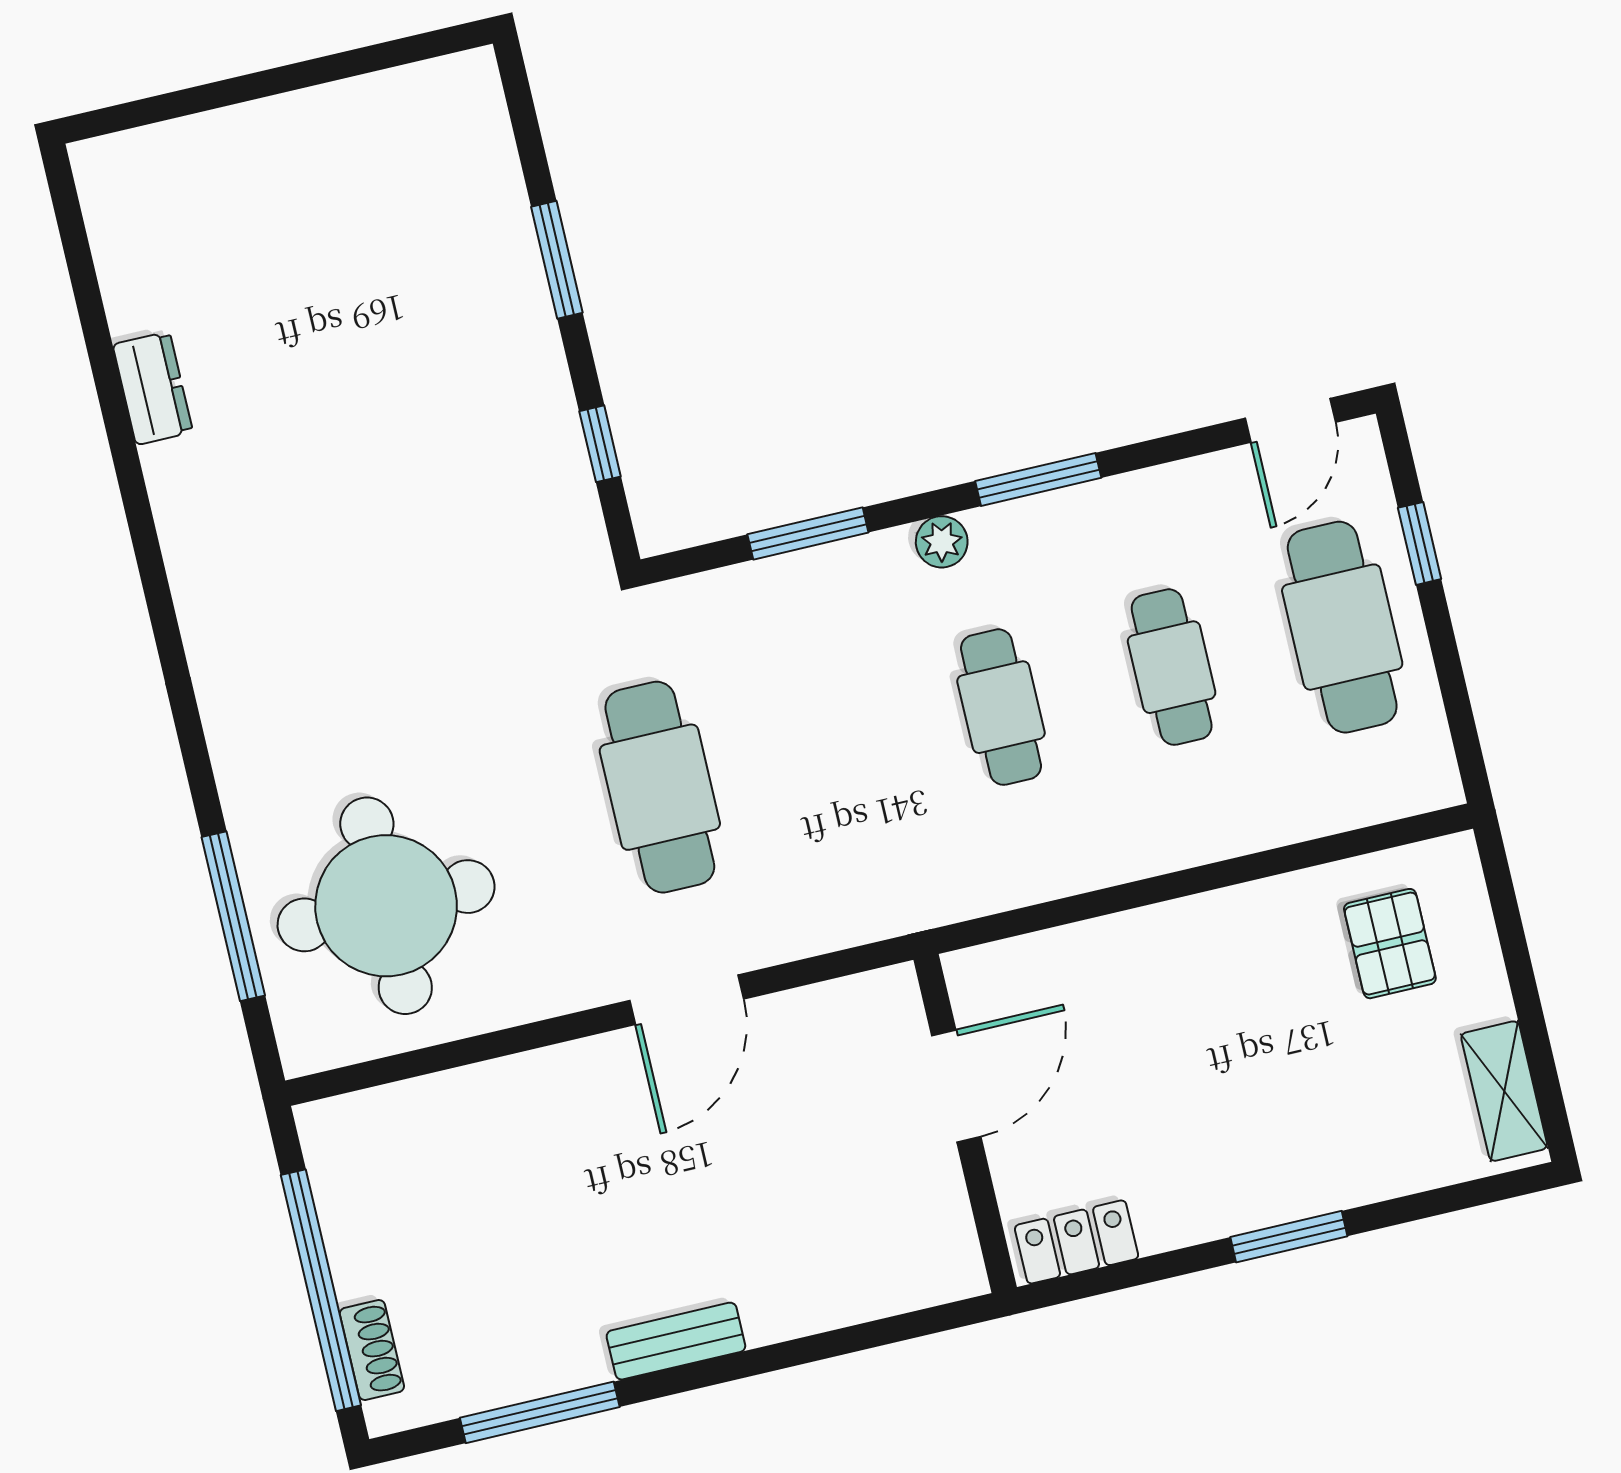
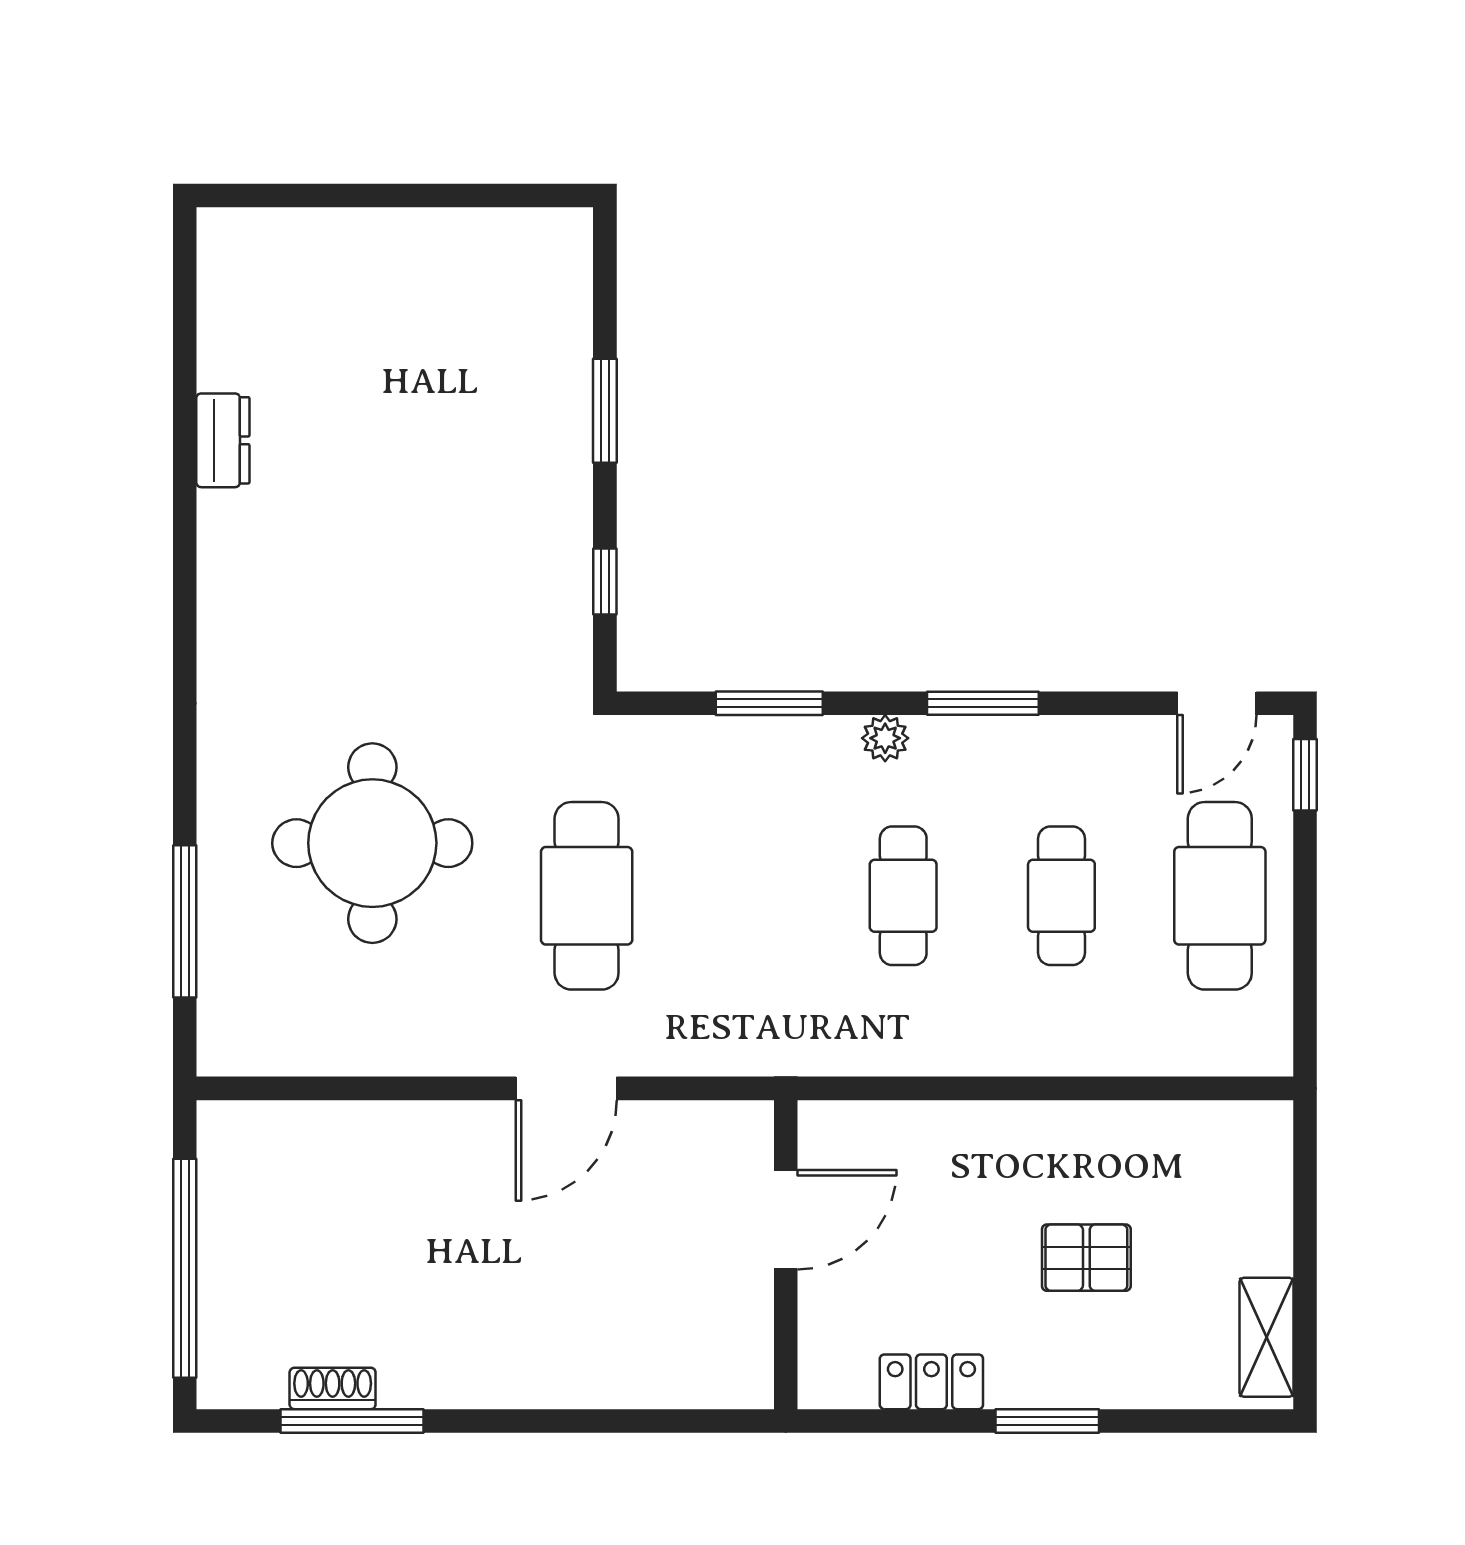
window: (1420, 543) -> (1305, 775), moved
round table: (386, 906) -> (372, 843), moved
pallet: (1390, 944) -> (1086, 1258), moved, turned 90
locker: (1077, 1242) -> (931, 1382), moved
bench: (676, 1341) -> (486, 1386), removed
shoe rack: (372, 1350) -> (333, 1388), moved, turned -90

